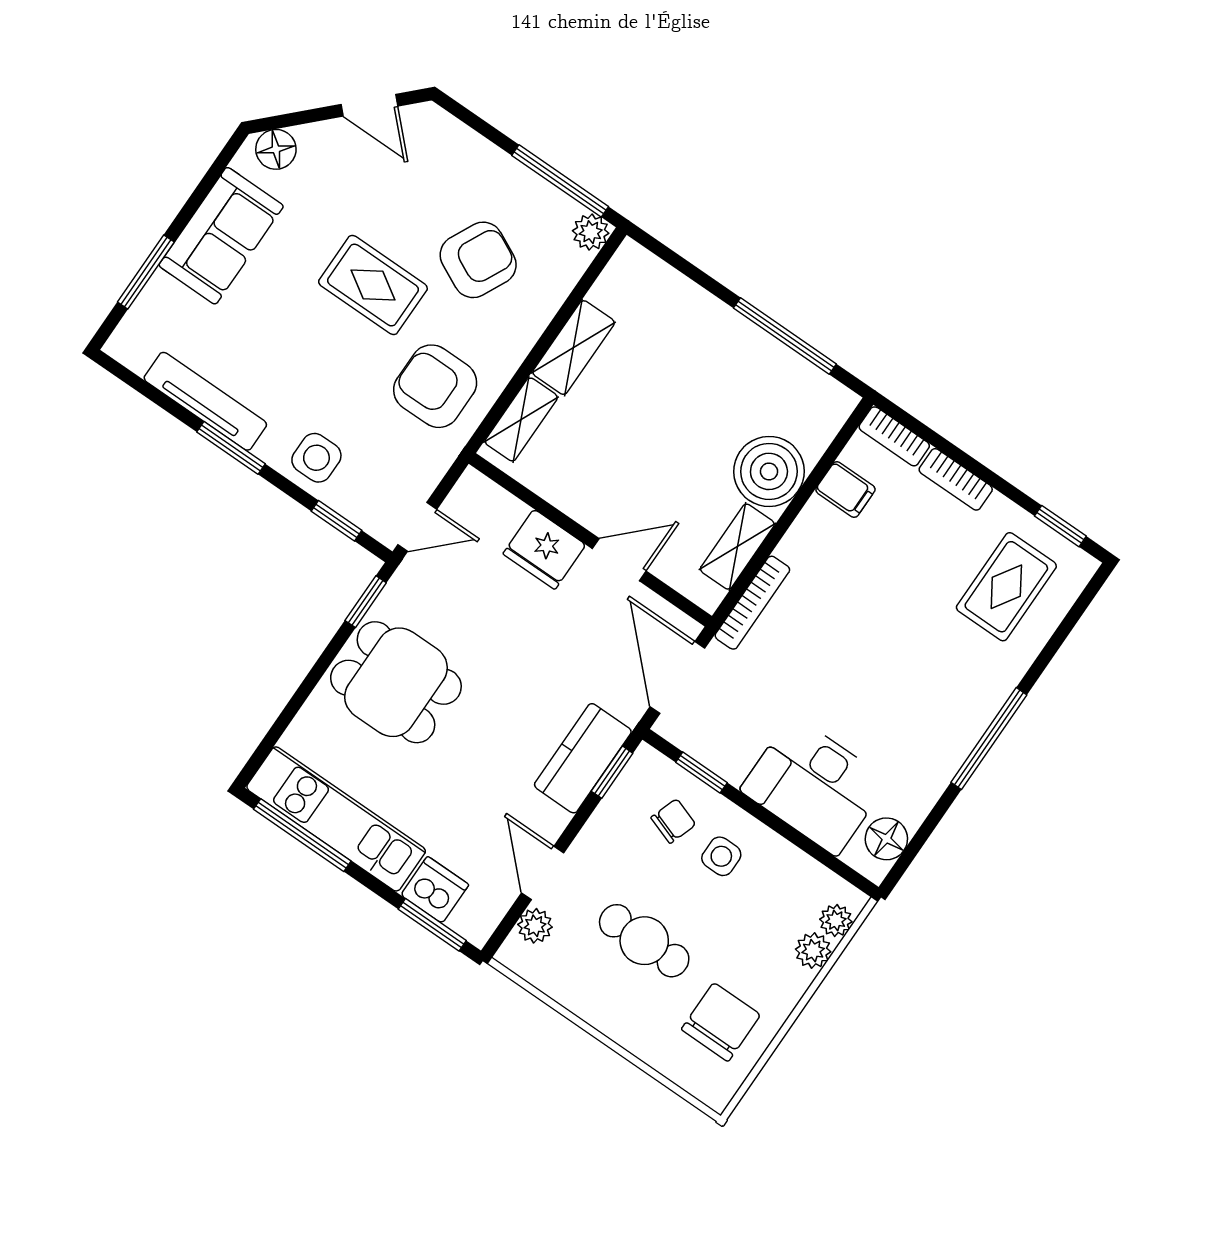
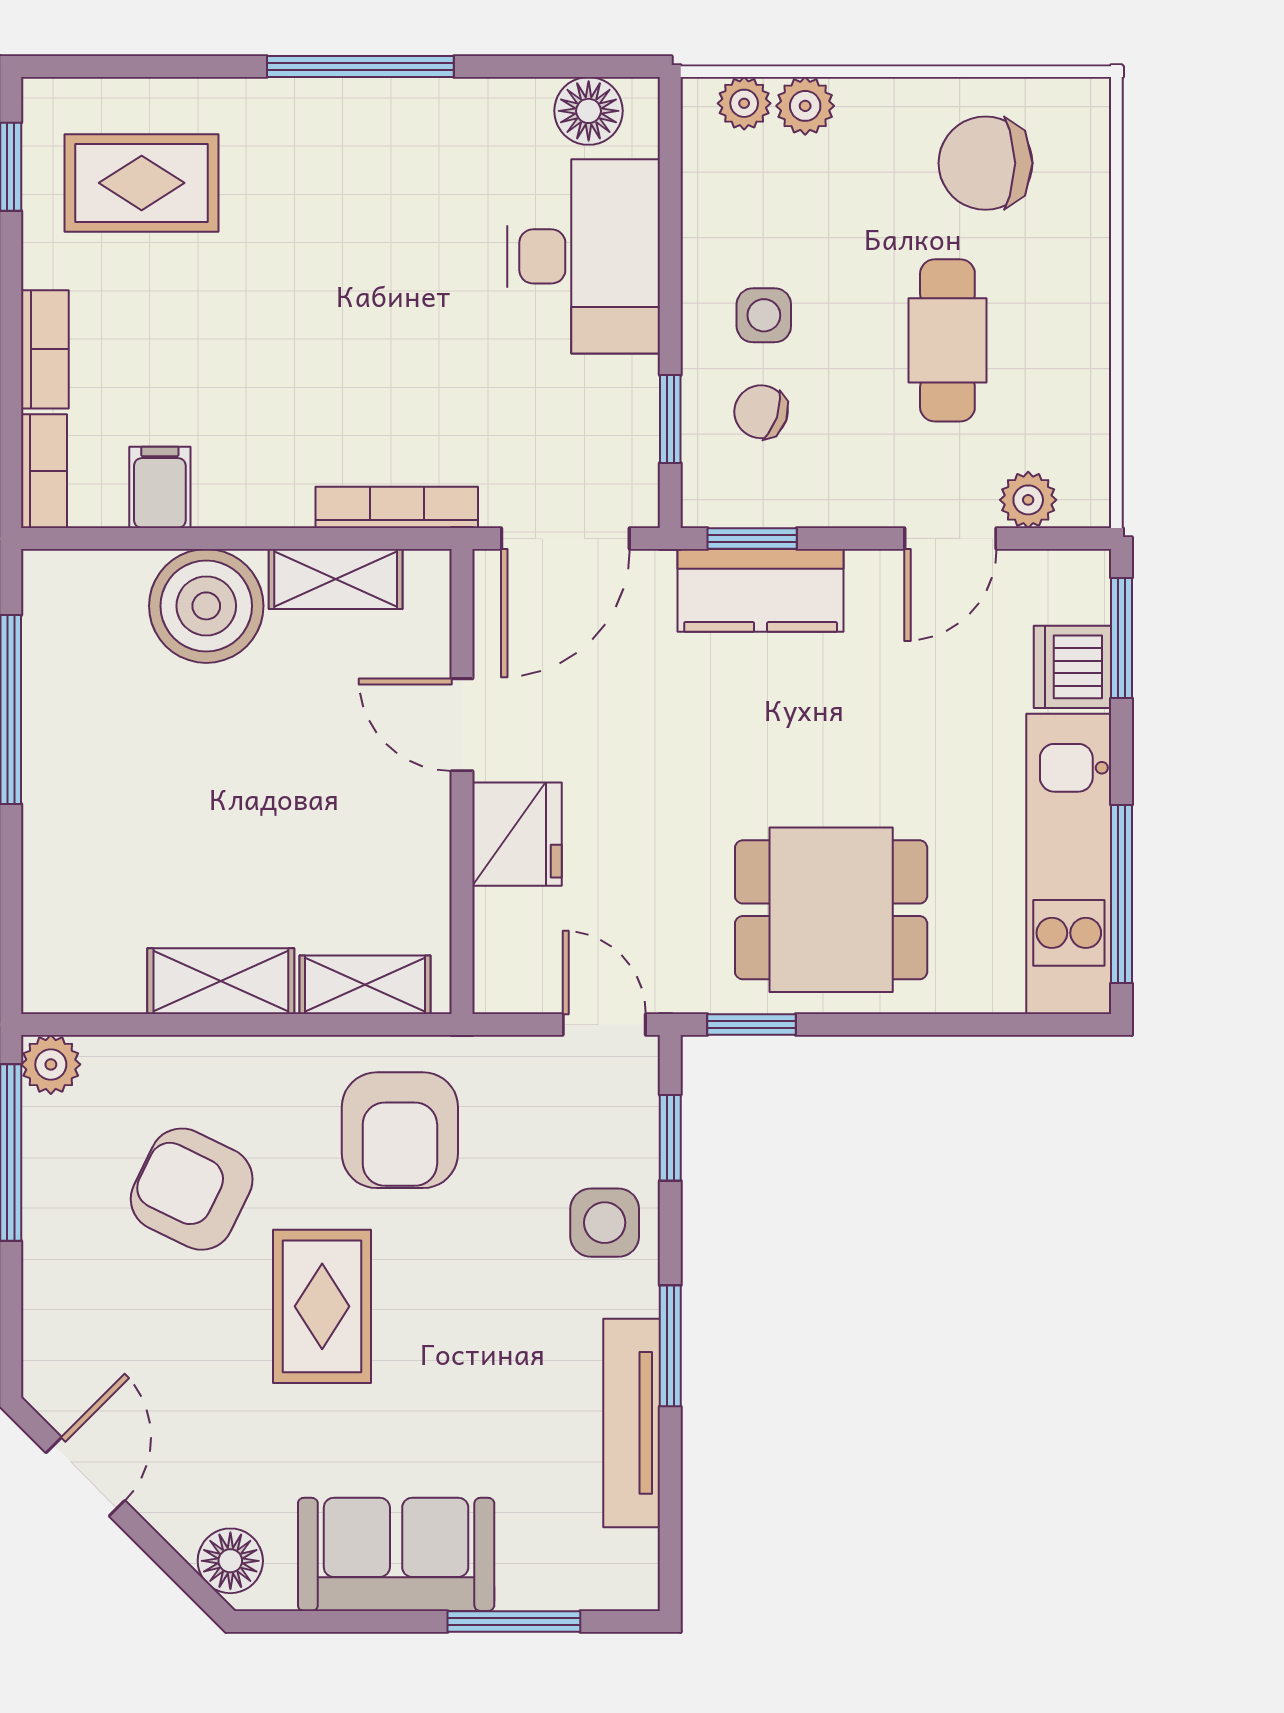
dining table: (396, 682) -> (831, 910), turned 90

